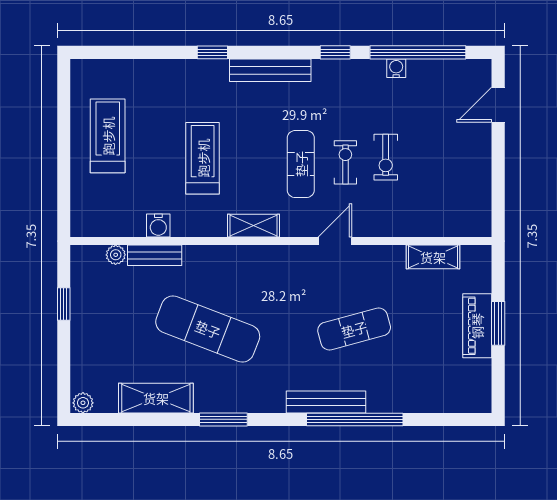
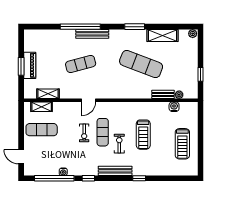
door: (498, 105) -> (21, 157), swing flipped
exercise bike: (386, 157) -> (119, 144), moved
exercise mat: (449, 170) -> (42, 130), added
water cooler: (158, 226) -> (174, 107), moved
shelving: (254, 226) -> (42, 107), moved

